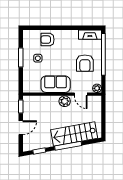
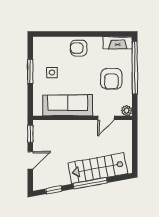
armchair: (48, 40) -> (79, 48), moved
sofa: (56, 84) -> (68, 105), width x1.36
door: (81, 94) -> (106, 118), hinge flipped
plant: (65, 101) -> (86, 127), removed

